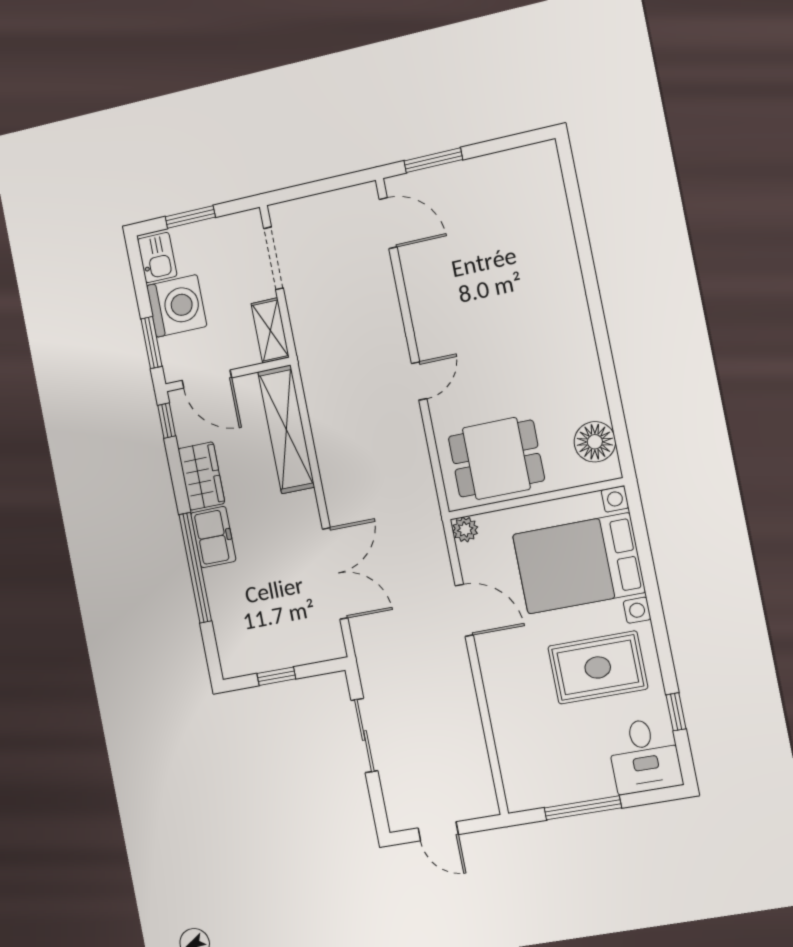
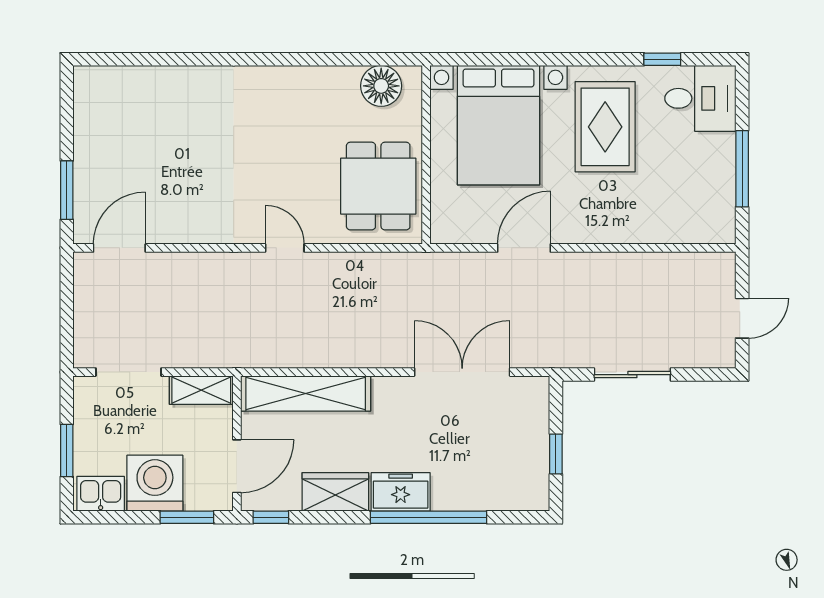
plant: (465, 529) -> (443, 231), removed

